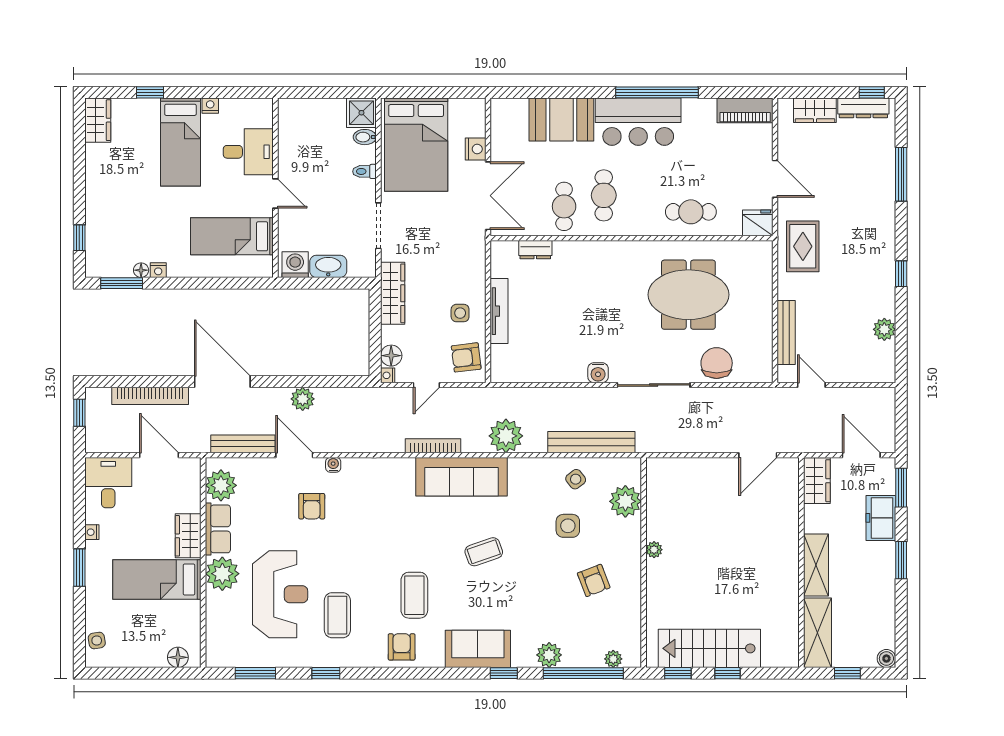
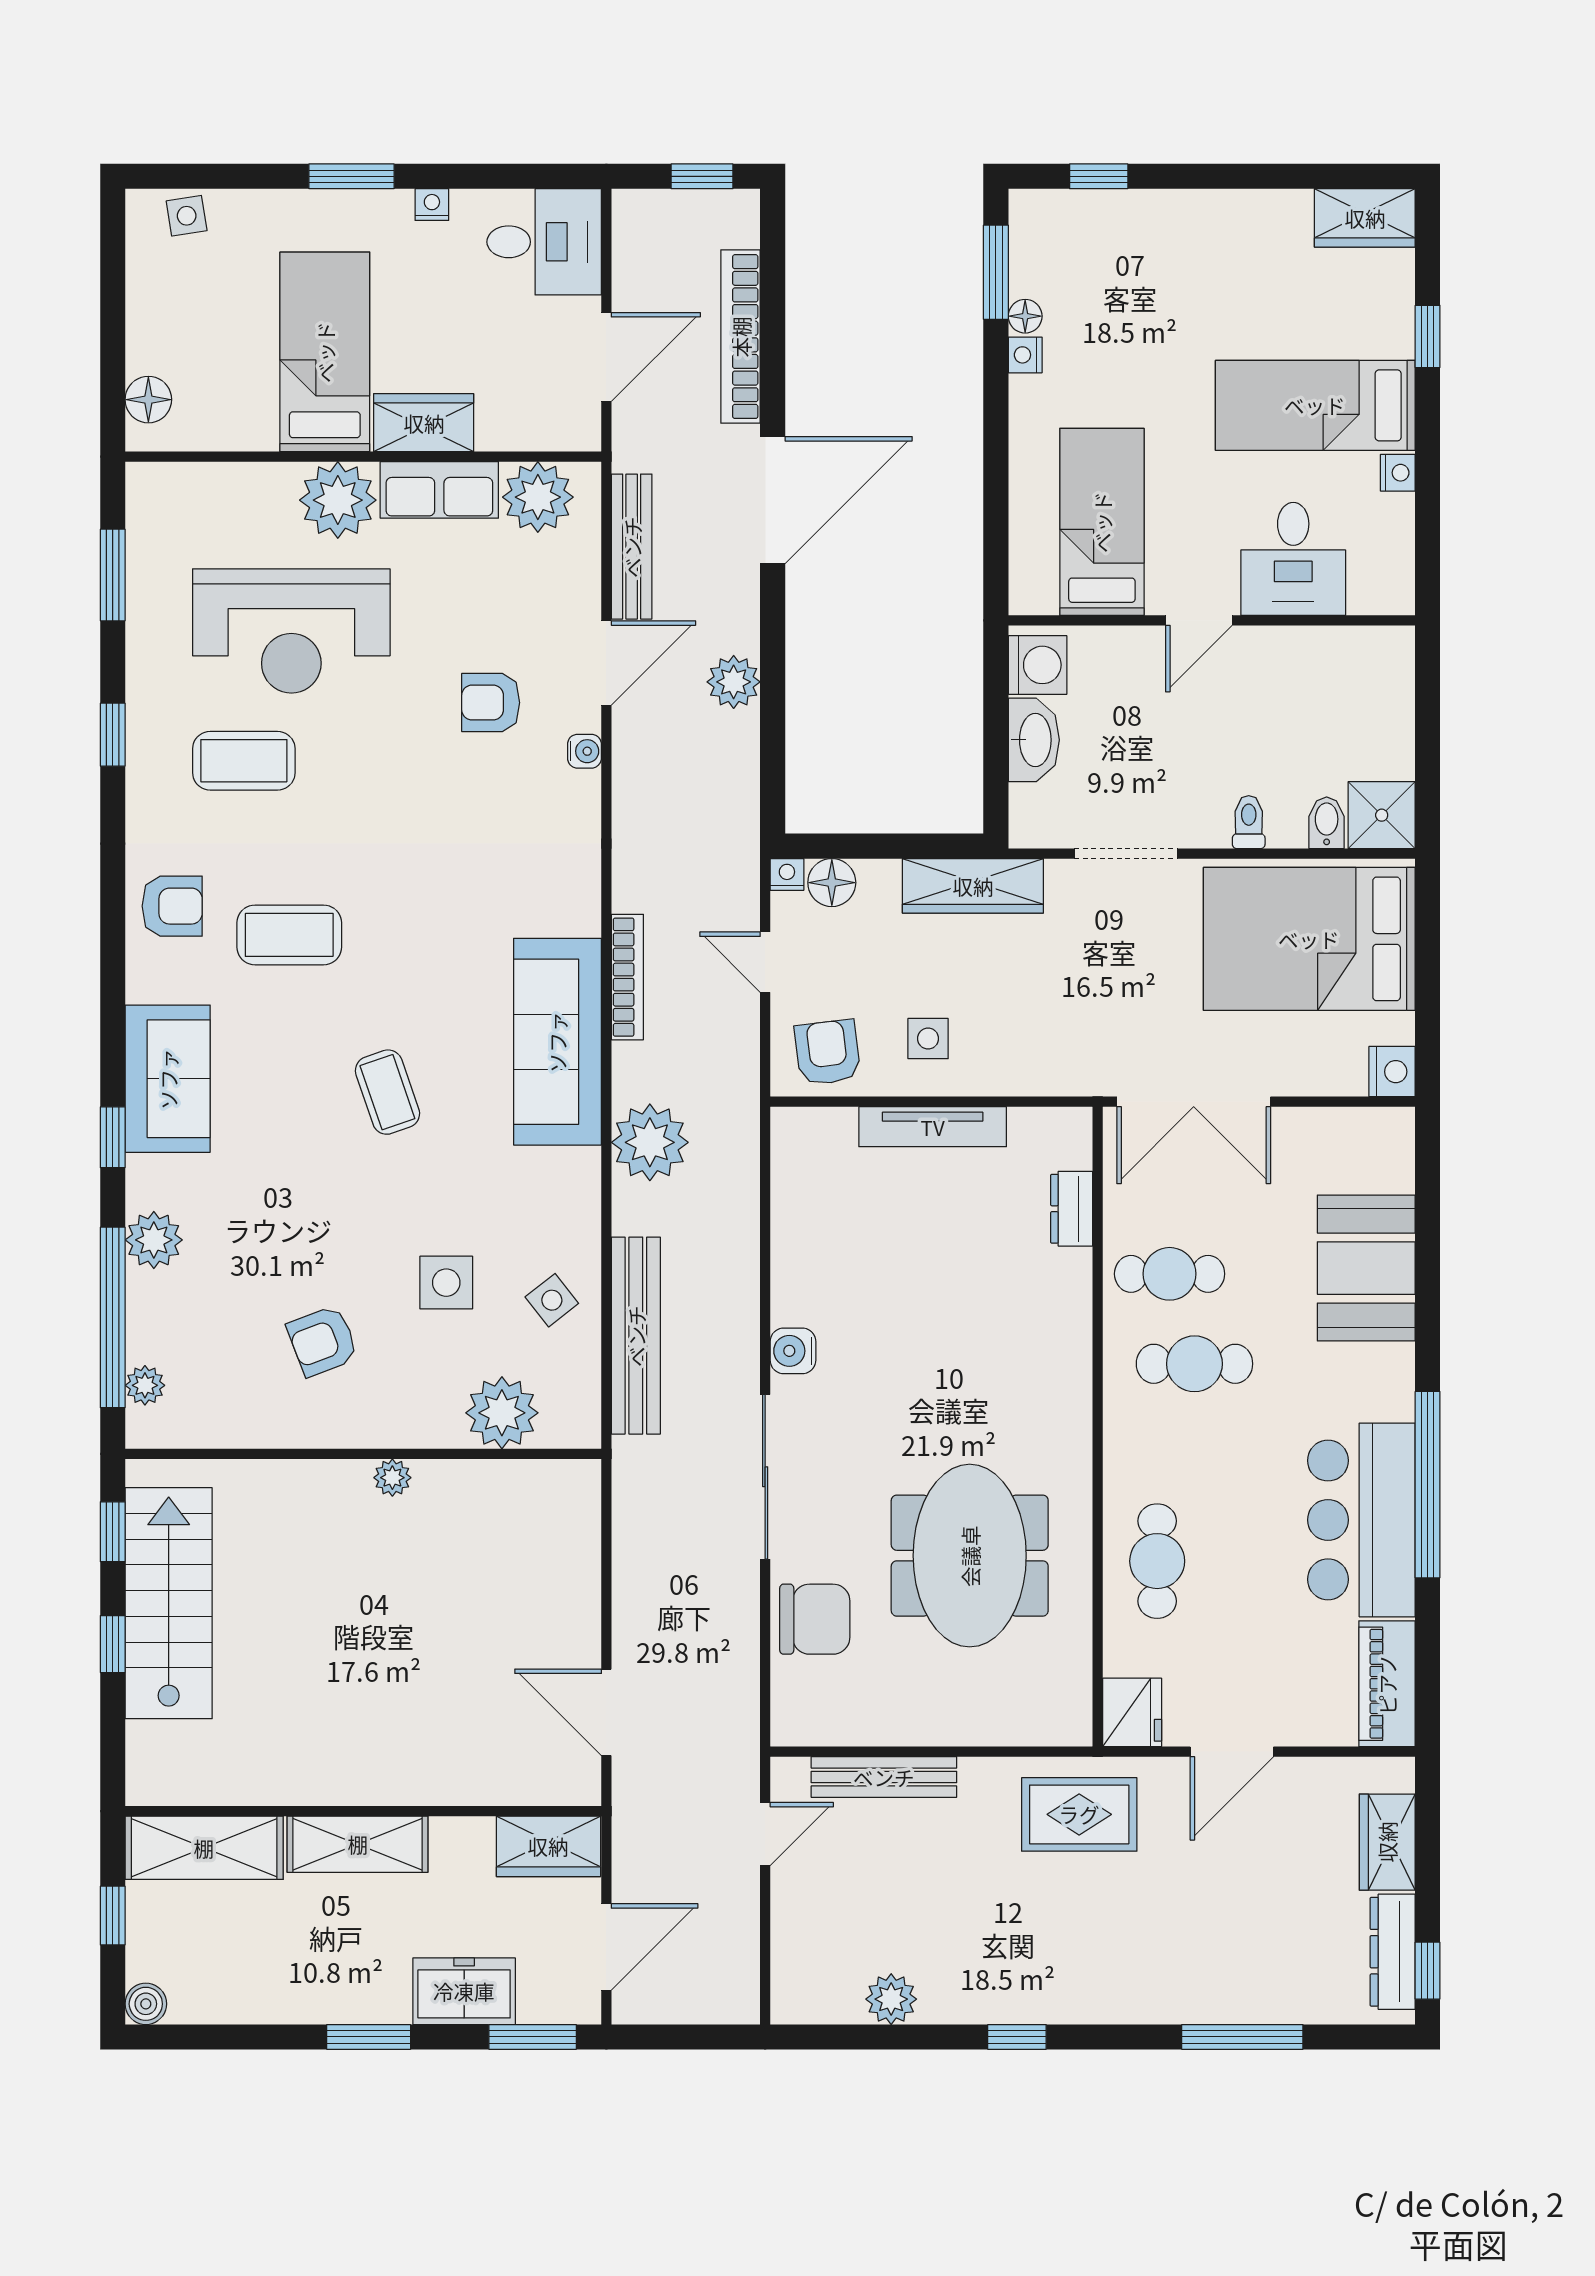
bar counter: (638, 122) -> (1361, 1520), moved
nightstand: (476, 149) -> (1392, 1072), moved, turned -90

